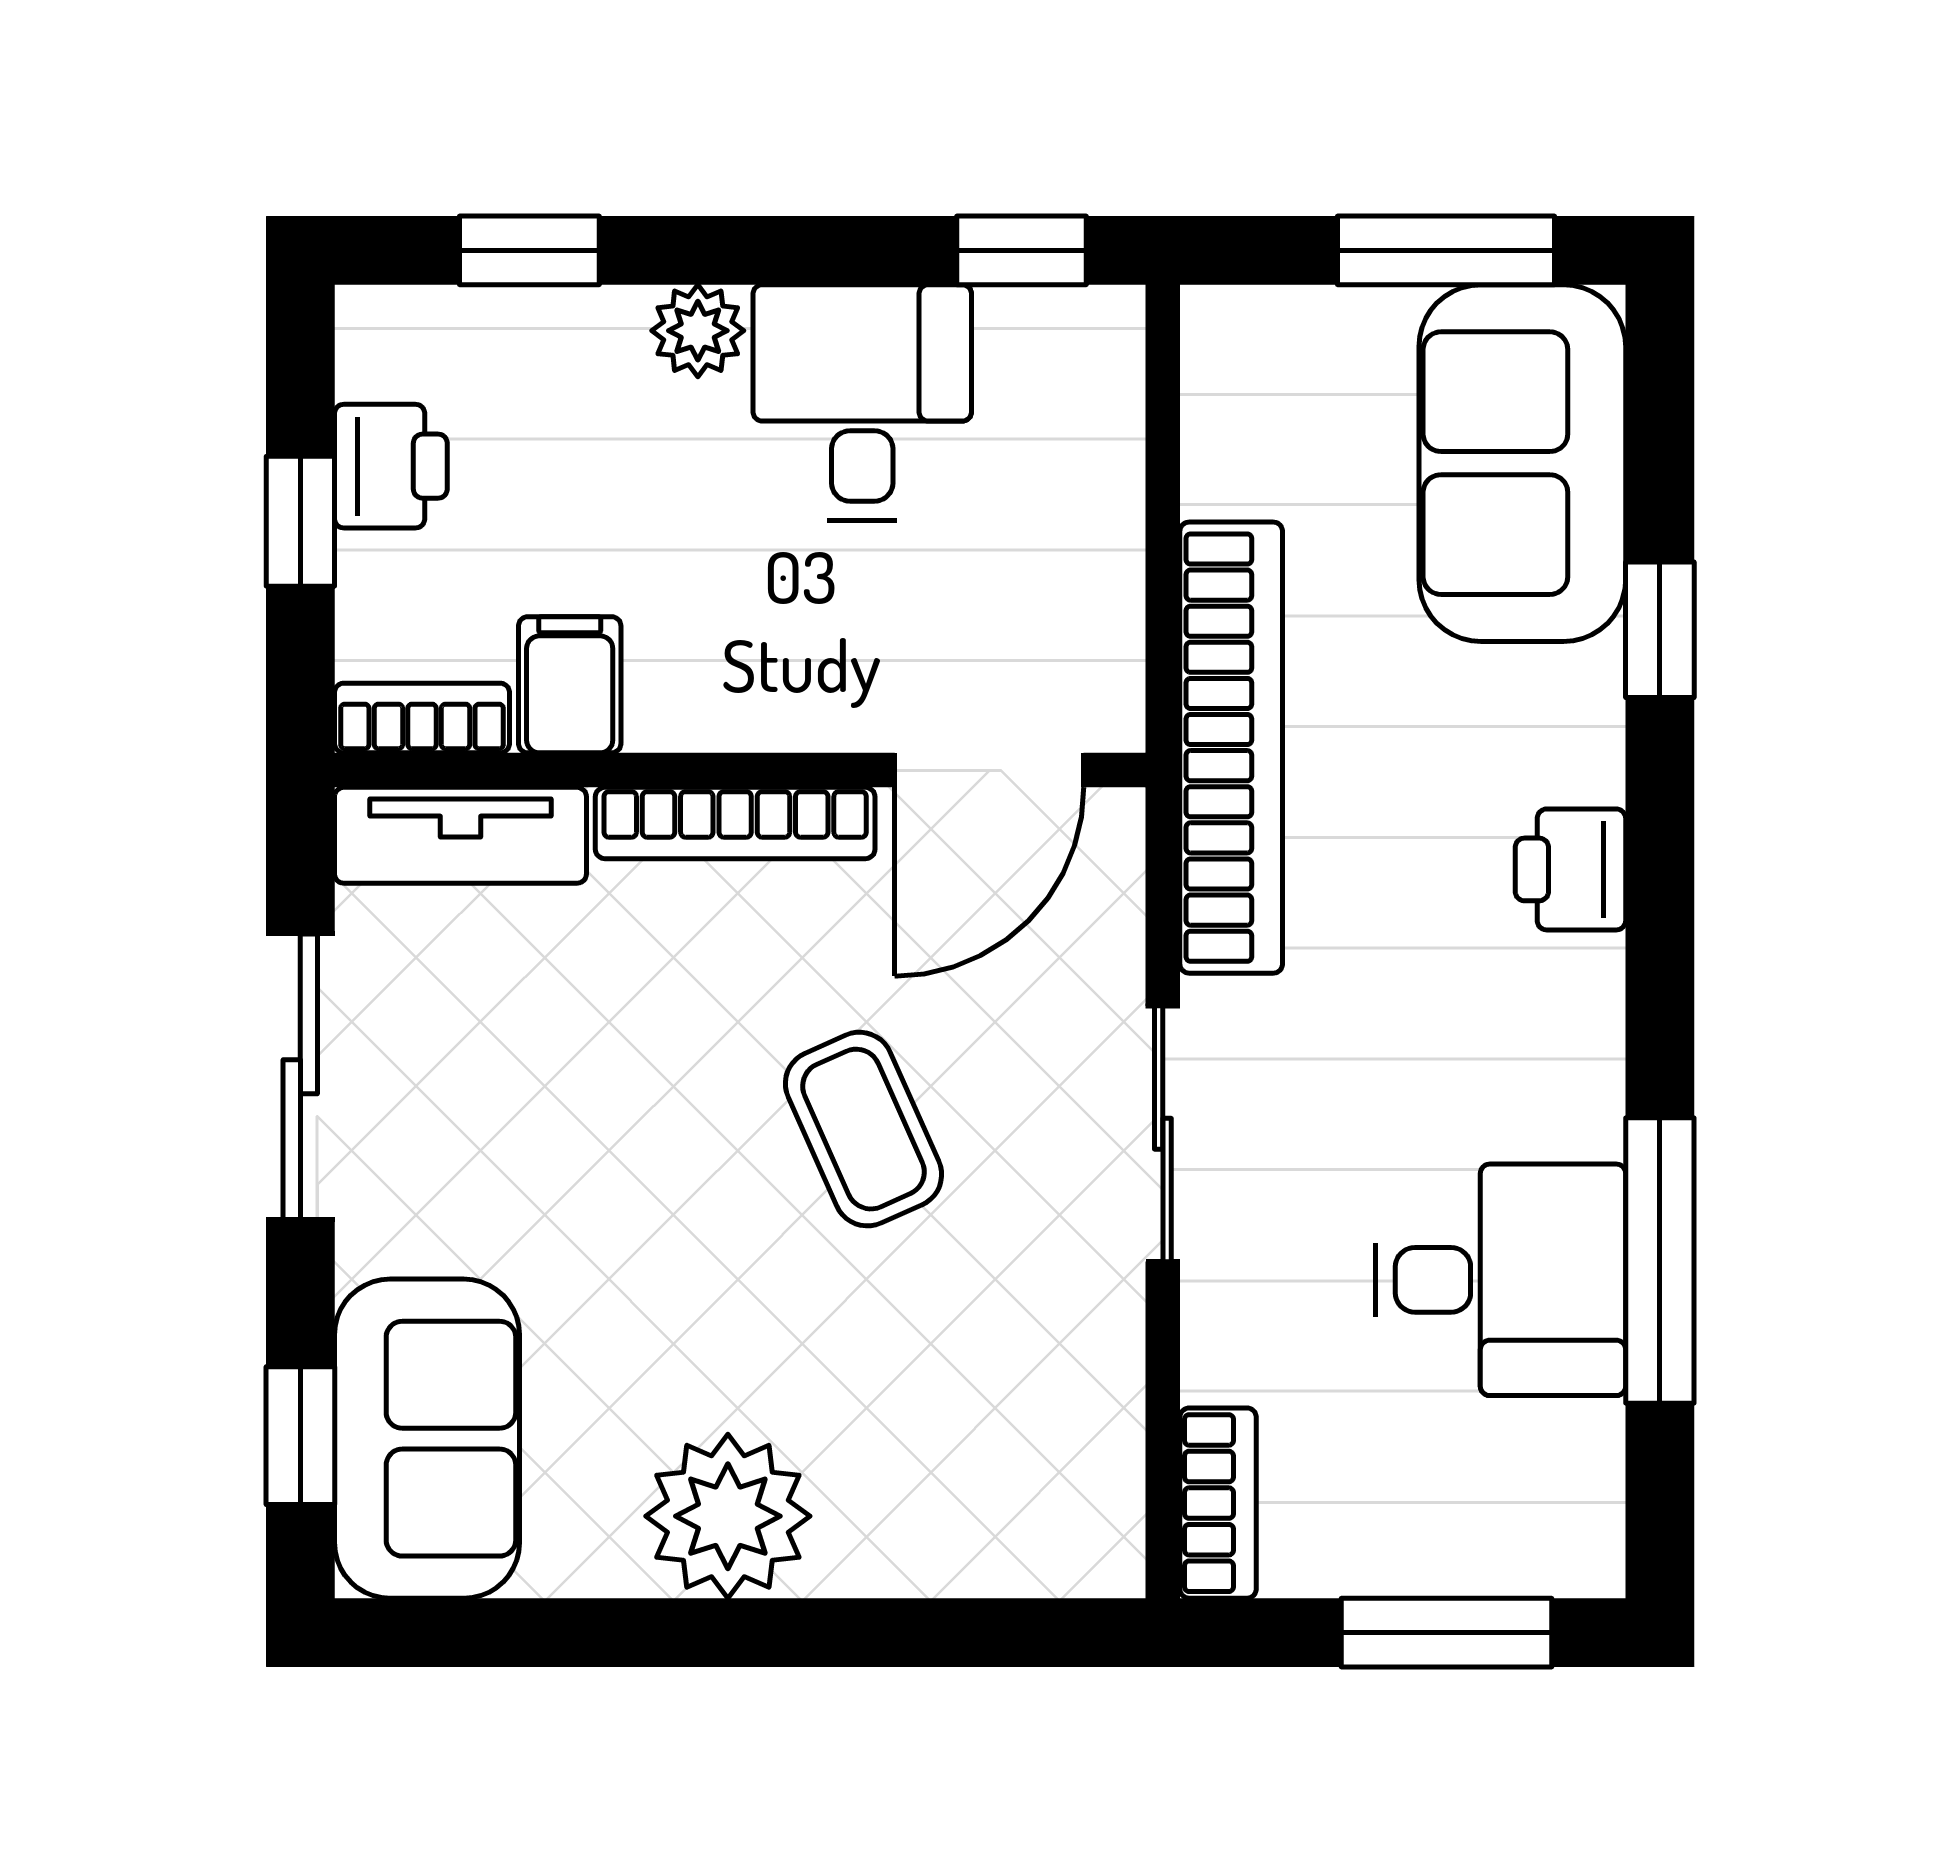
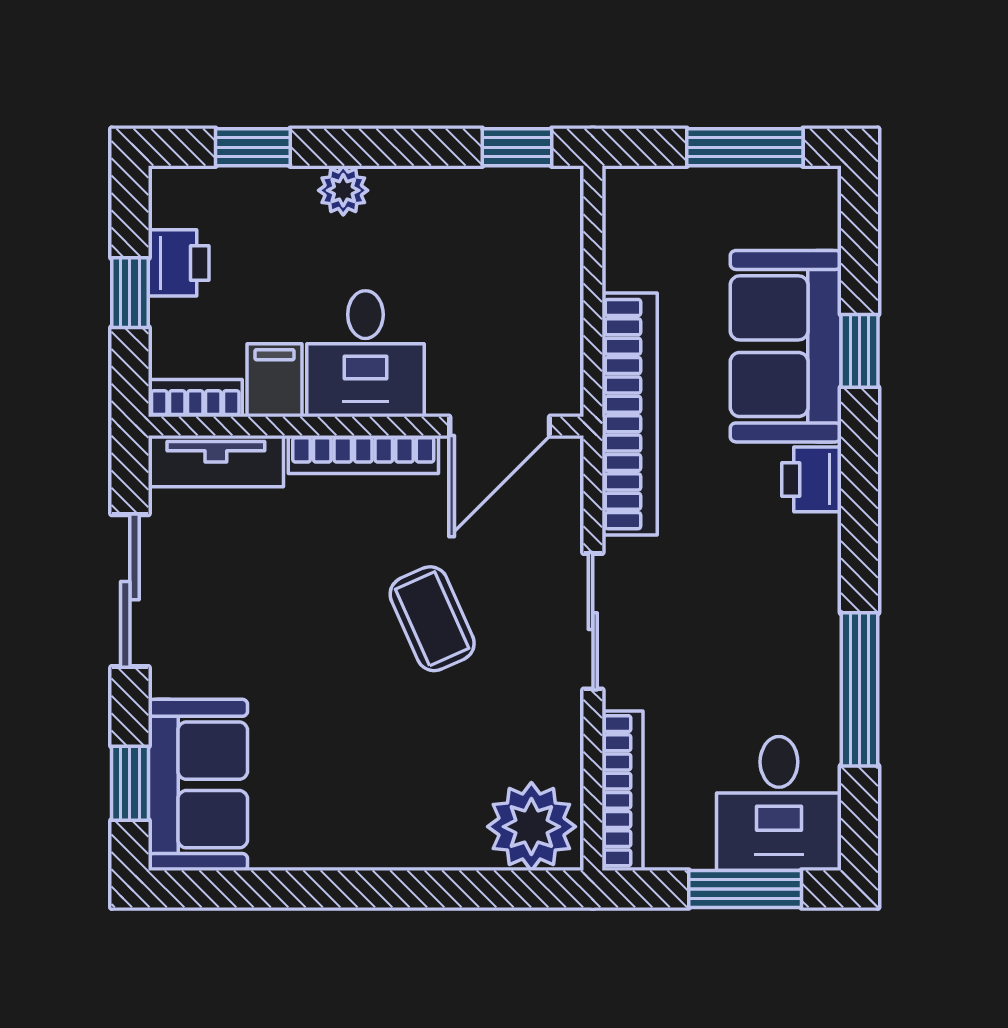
desk: (862, 402) -> (365, 354), moved, turned 180
sofa: (1522, 463) -> (786, 346), moved
desk: (1500, 1280) -> (779, 804), moved, turned 90
bookcase: (1218, 1503) -> (622, 791), width x1.56
plant: (728, 1516) -> (531, 827), moved

